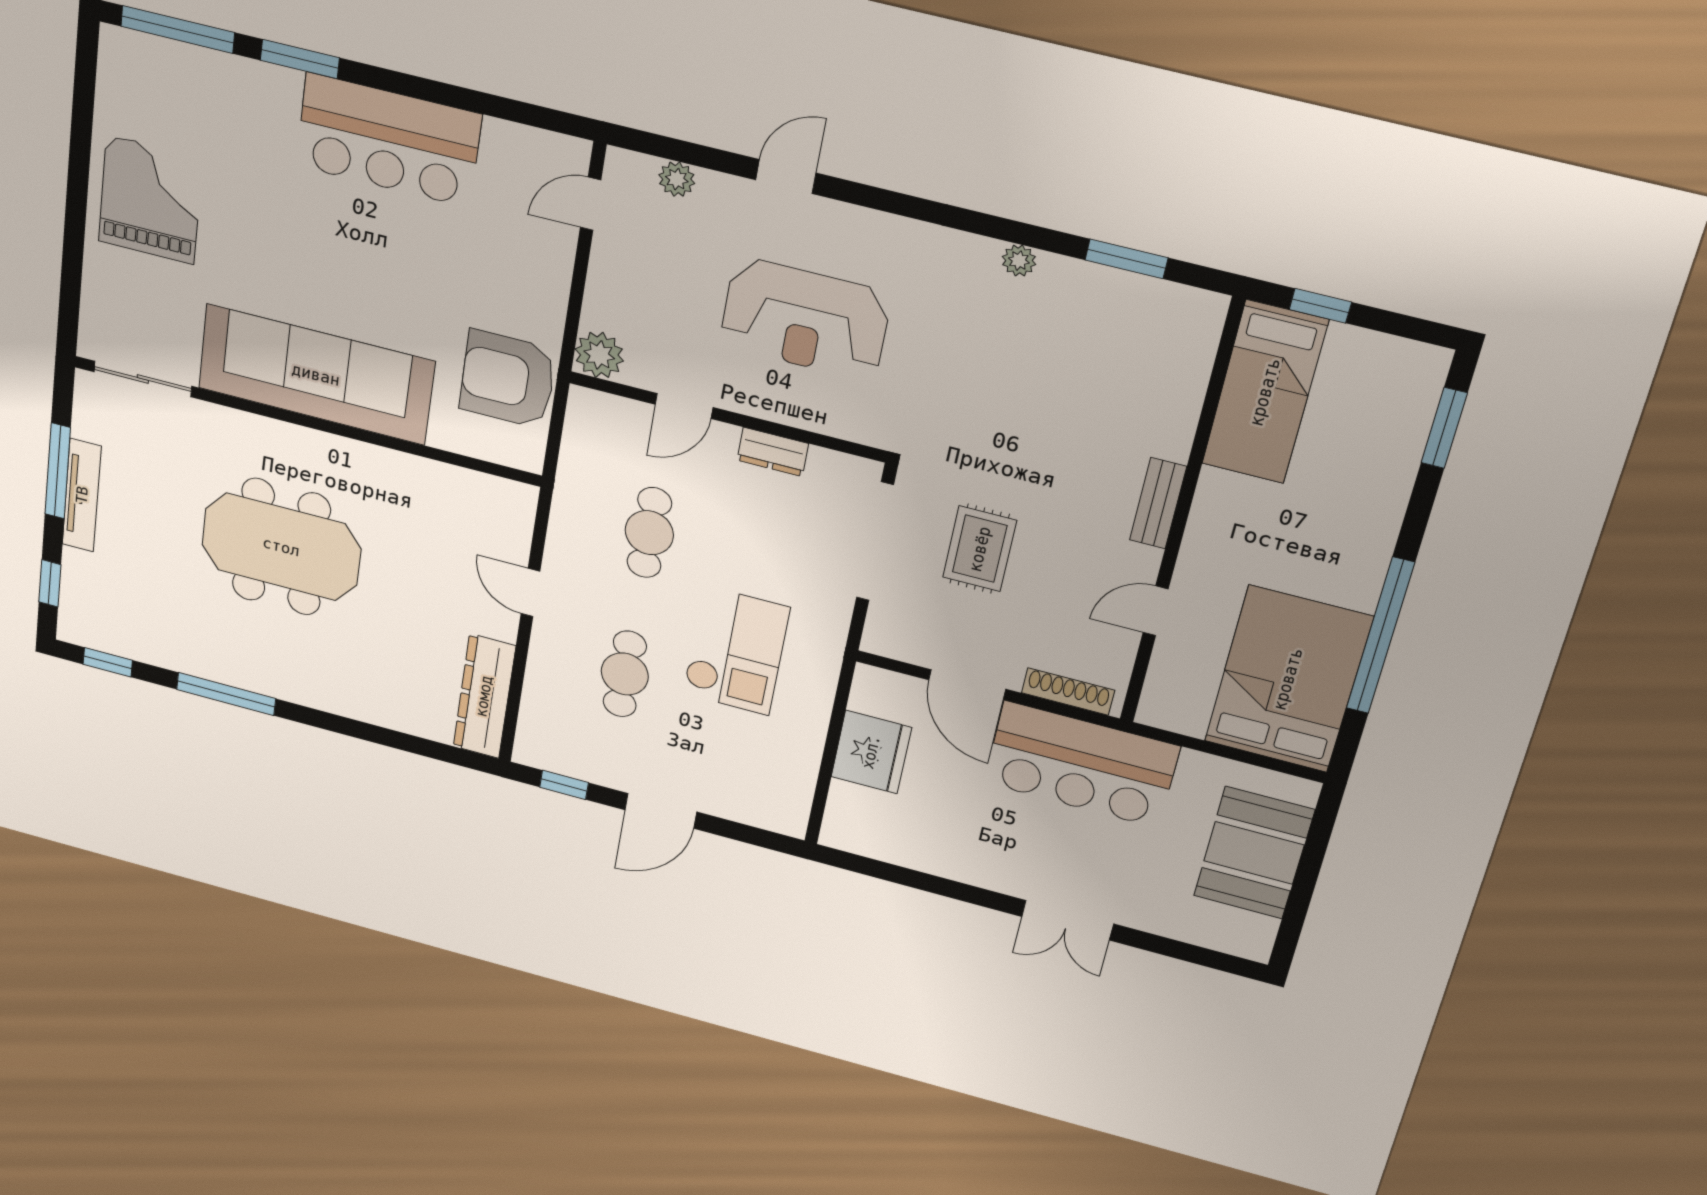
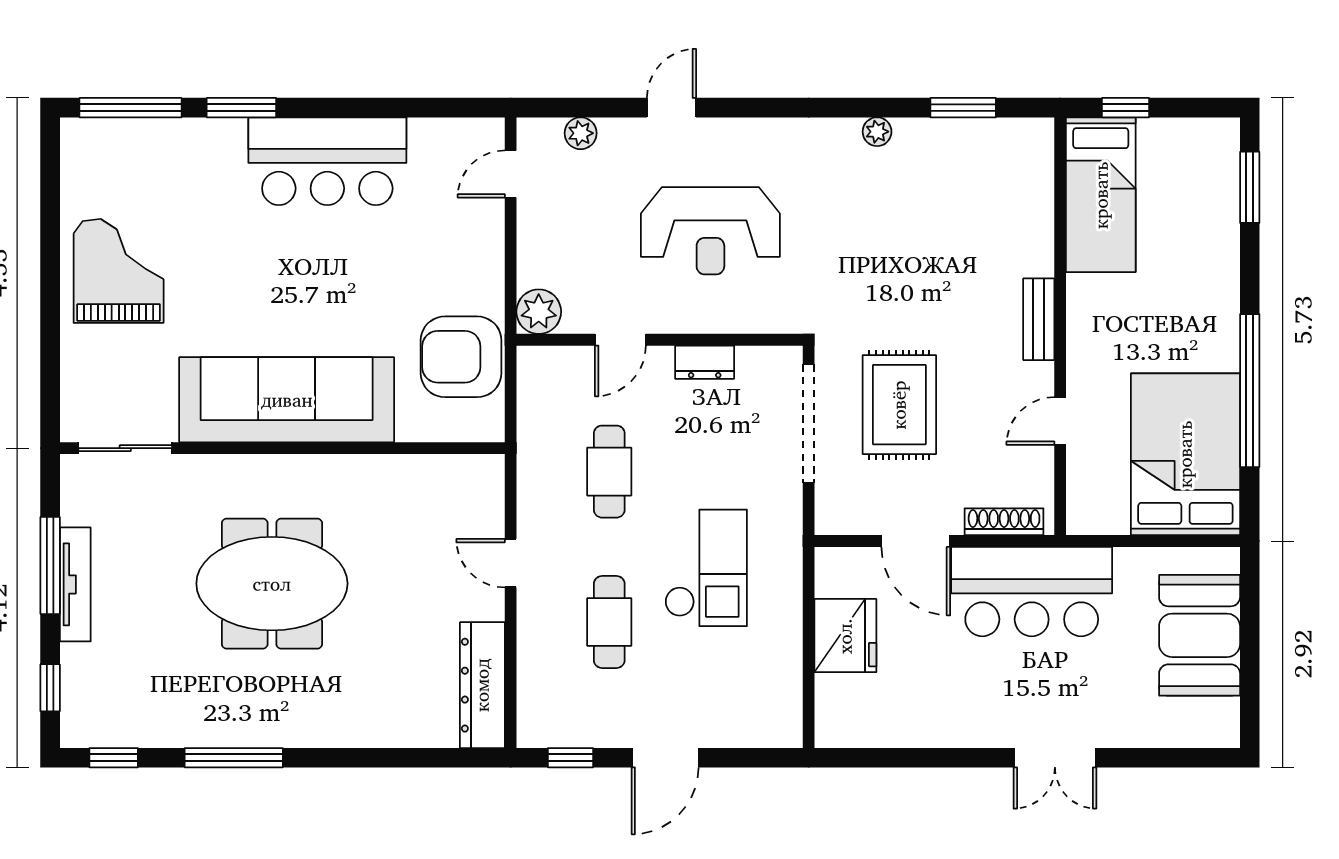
rug: (980, 549) -> (899, 405), width x1.36, depth x1.43

